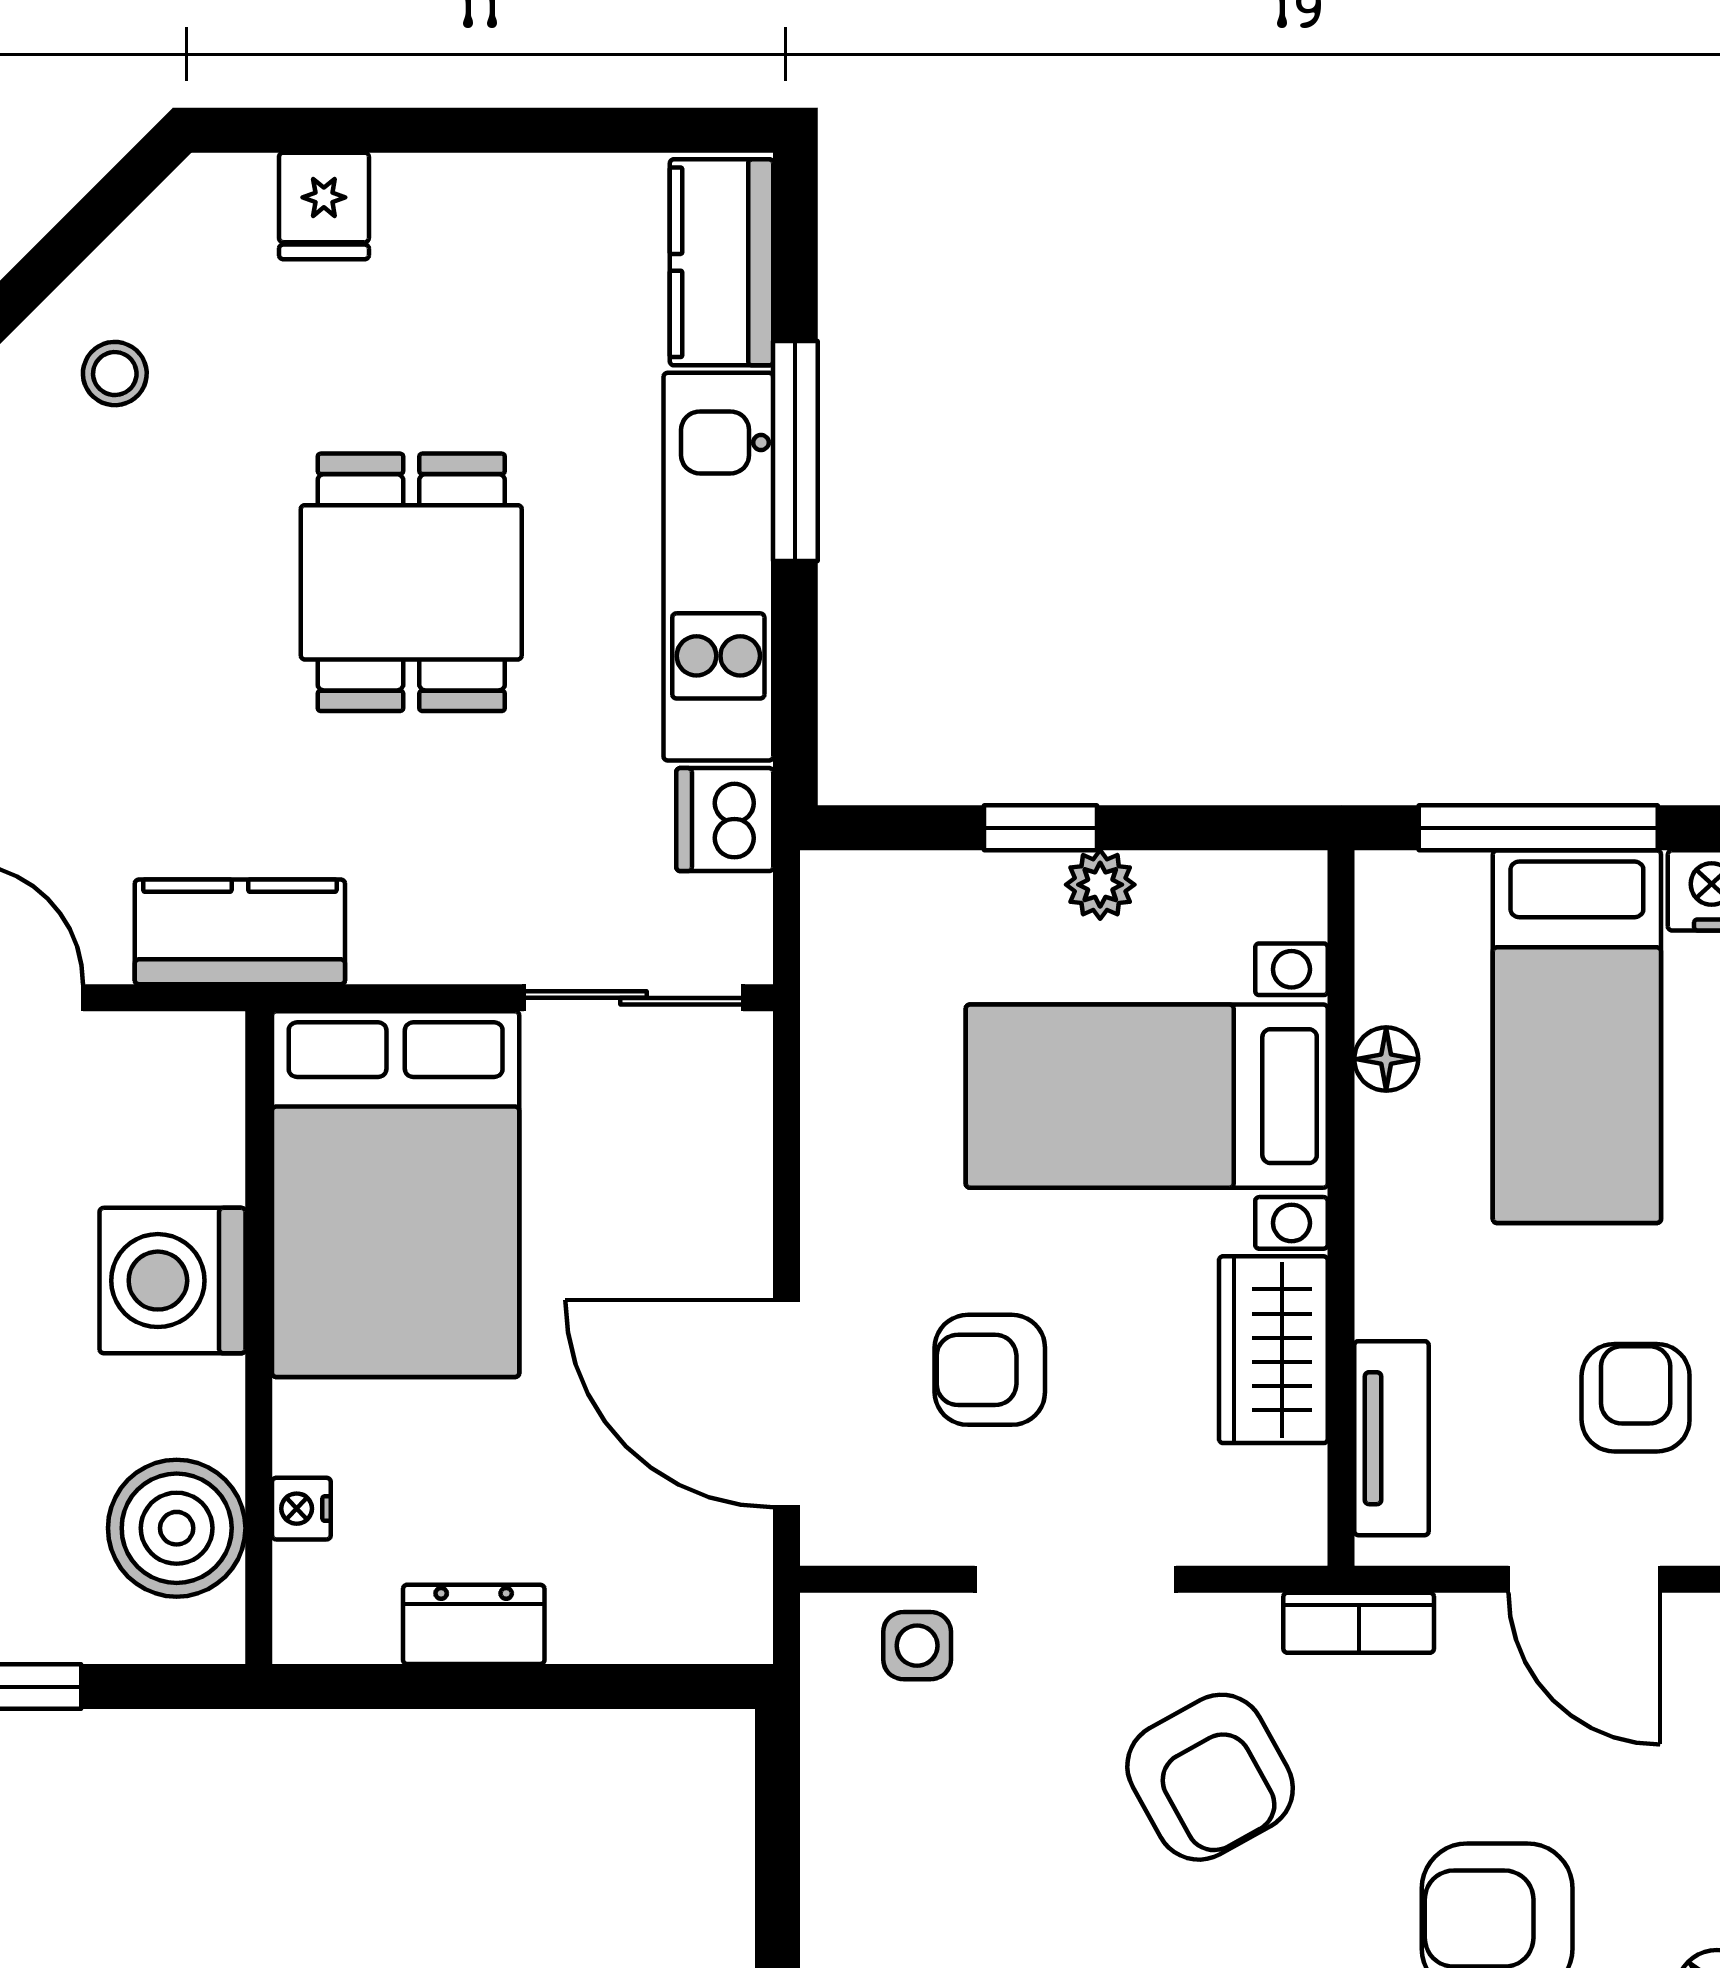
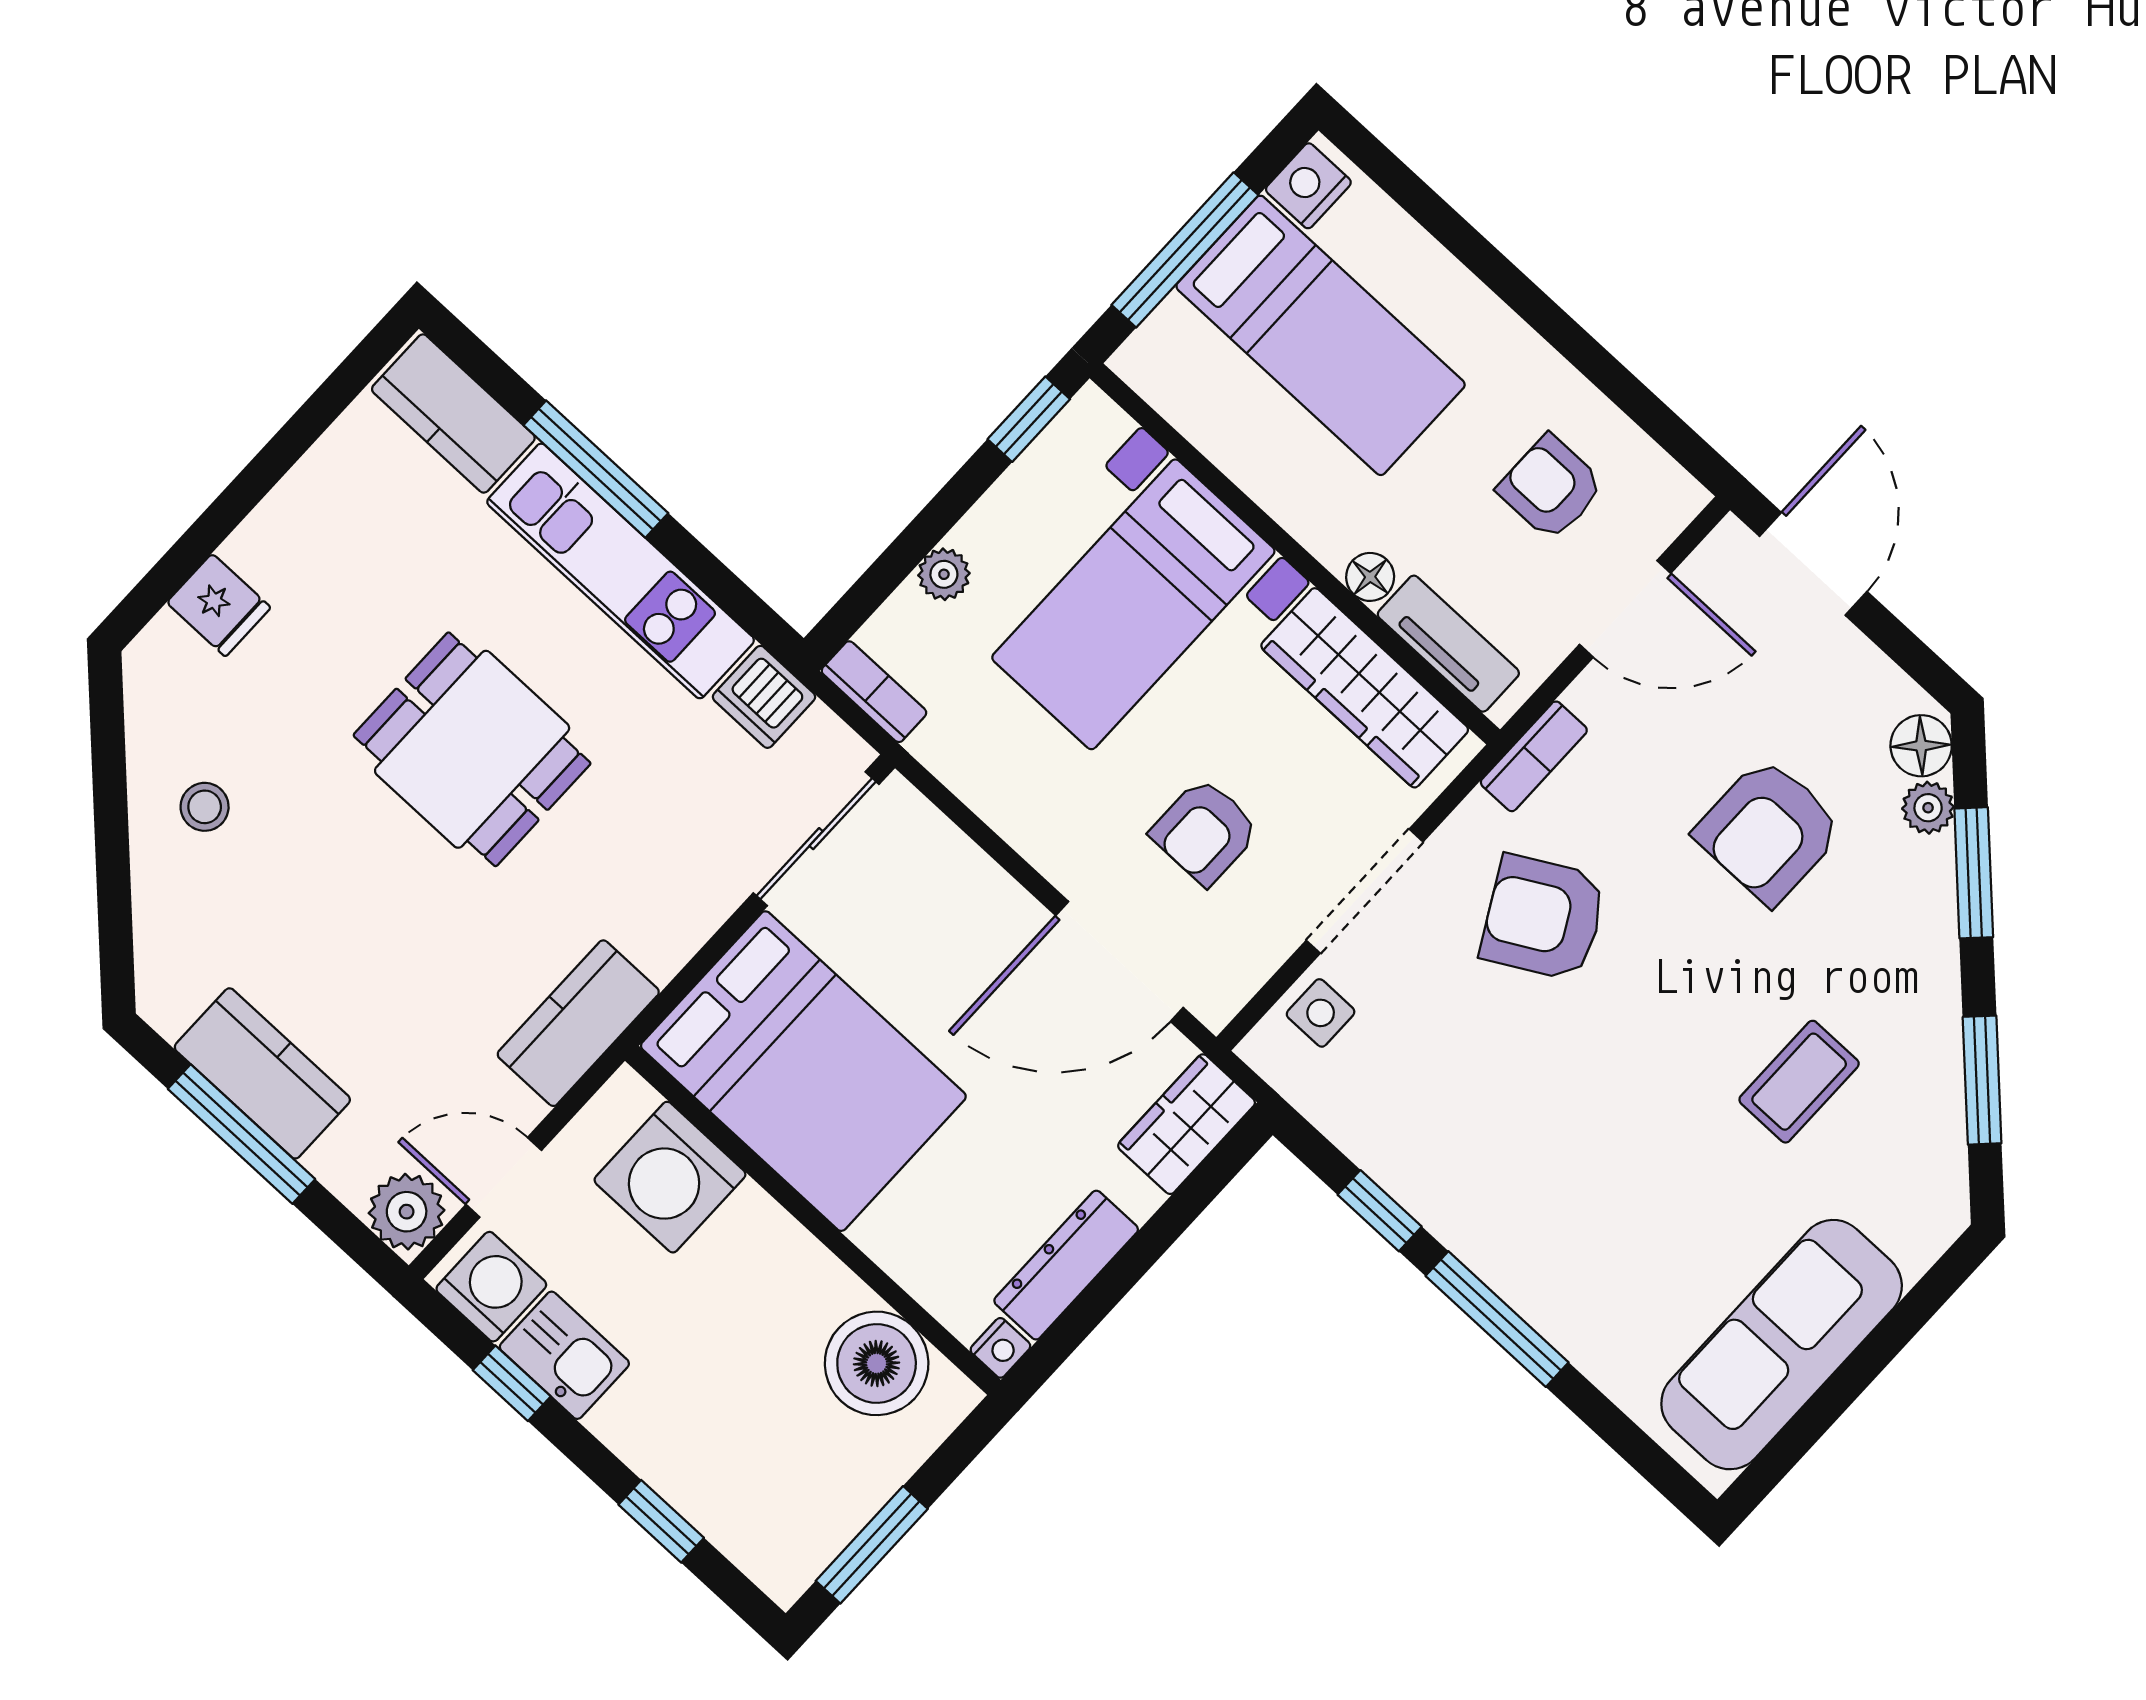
window: (1040, 828) -> (1029, 419), moved
plant: (1100, 885) -> (944, 574), moved
bookcase: (829, 922) -> (874, 692), added
floor lamp: (1386, 1059) -> (1370, 577), moved
washing machine: (172, 1281) -> (670, 1177), moved
wardrobe: (1273, 1350) -> (1365, 688), width x1.50
nightstand: (301, 1509) -> (1000, 1348), moved, turned -90
wardrobe: (688, 1615) -> (1187, 1124), added
dresser: (474, 1624) -> (1066, 1265), width x1.44
armchair: (1210, 1777) -> (1543, 918), turned 180
window: (777, 1881) -> (1380, 1211), added

